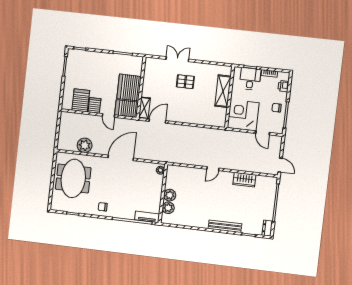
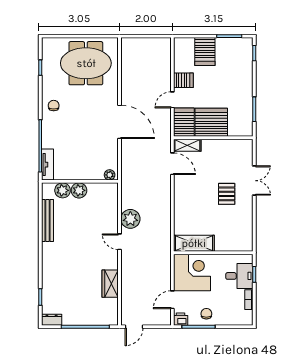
printer: (283, 86) -> (181, 319), moved
shelving: (223, 91) -> (194, 243), moved
server rack: (81, 100) -> (205, 52), moved, turned 90
plant: (85, 145) -> (130, 219), moved
bench: (225, 226) -> (47, 220), moved

